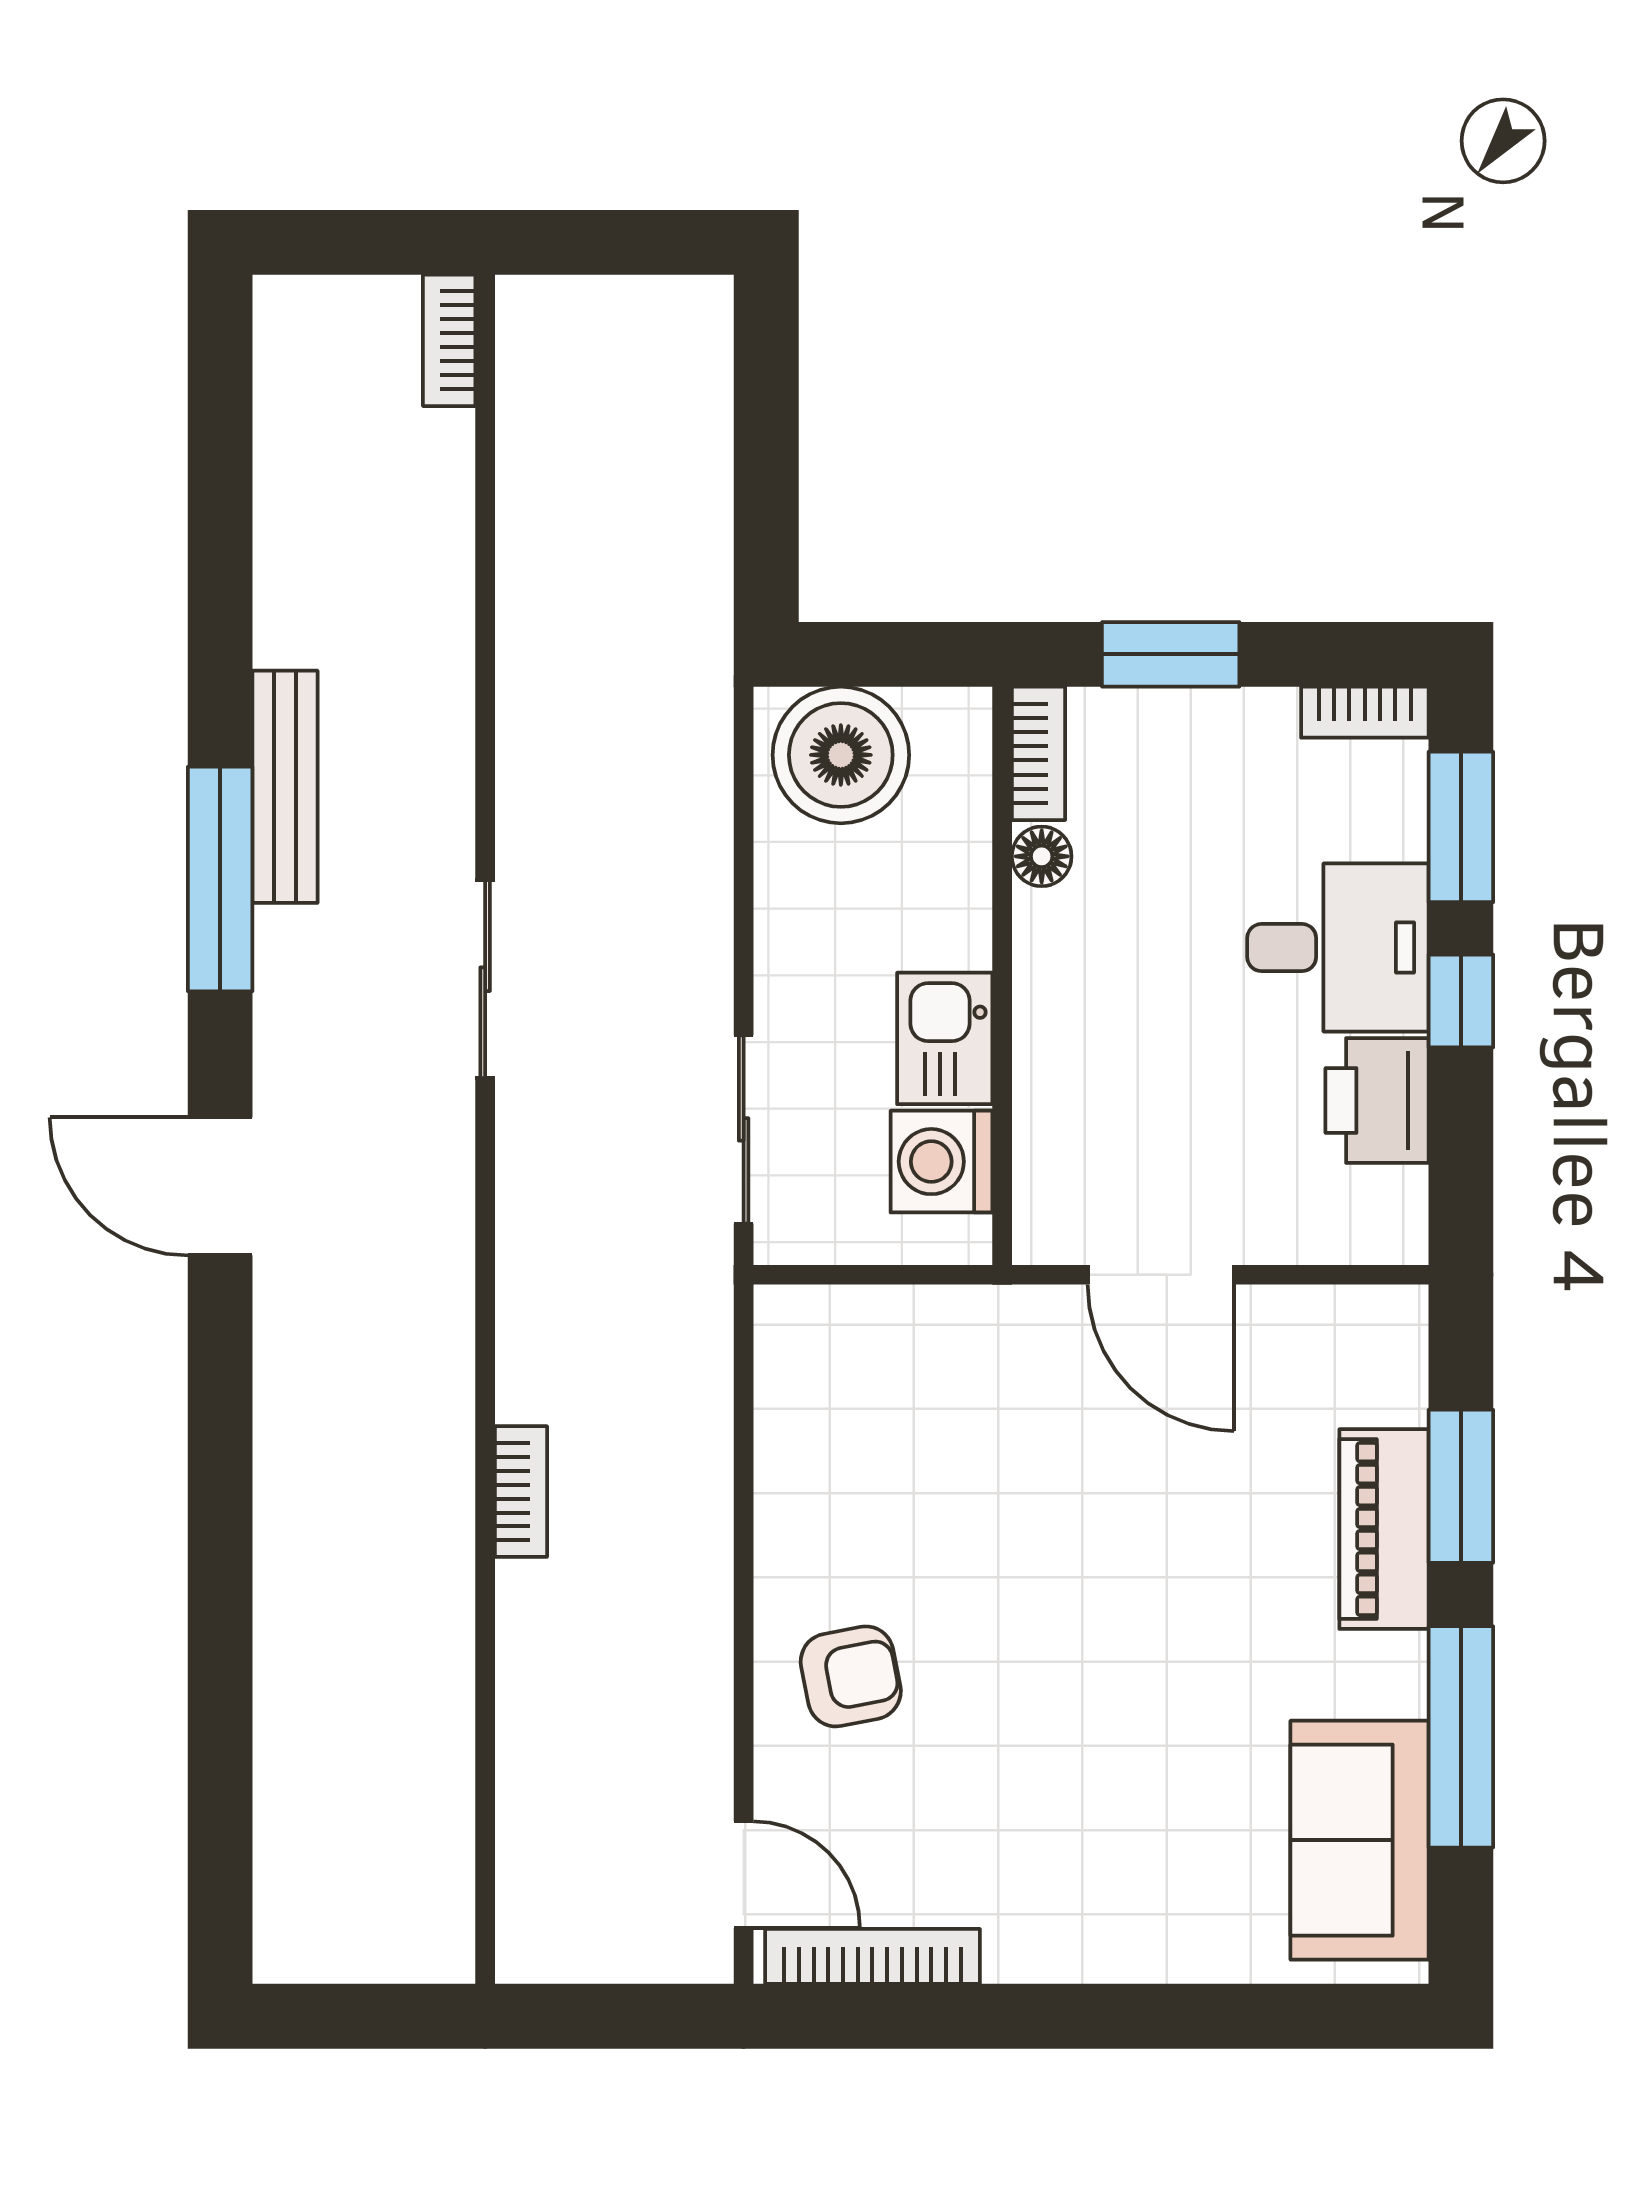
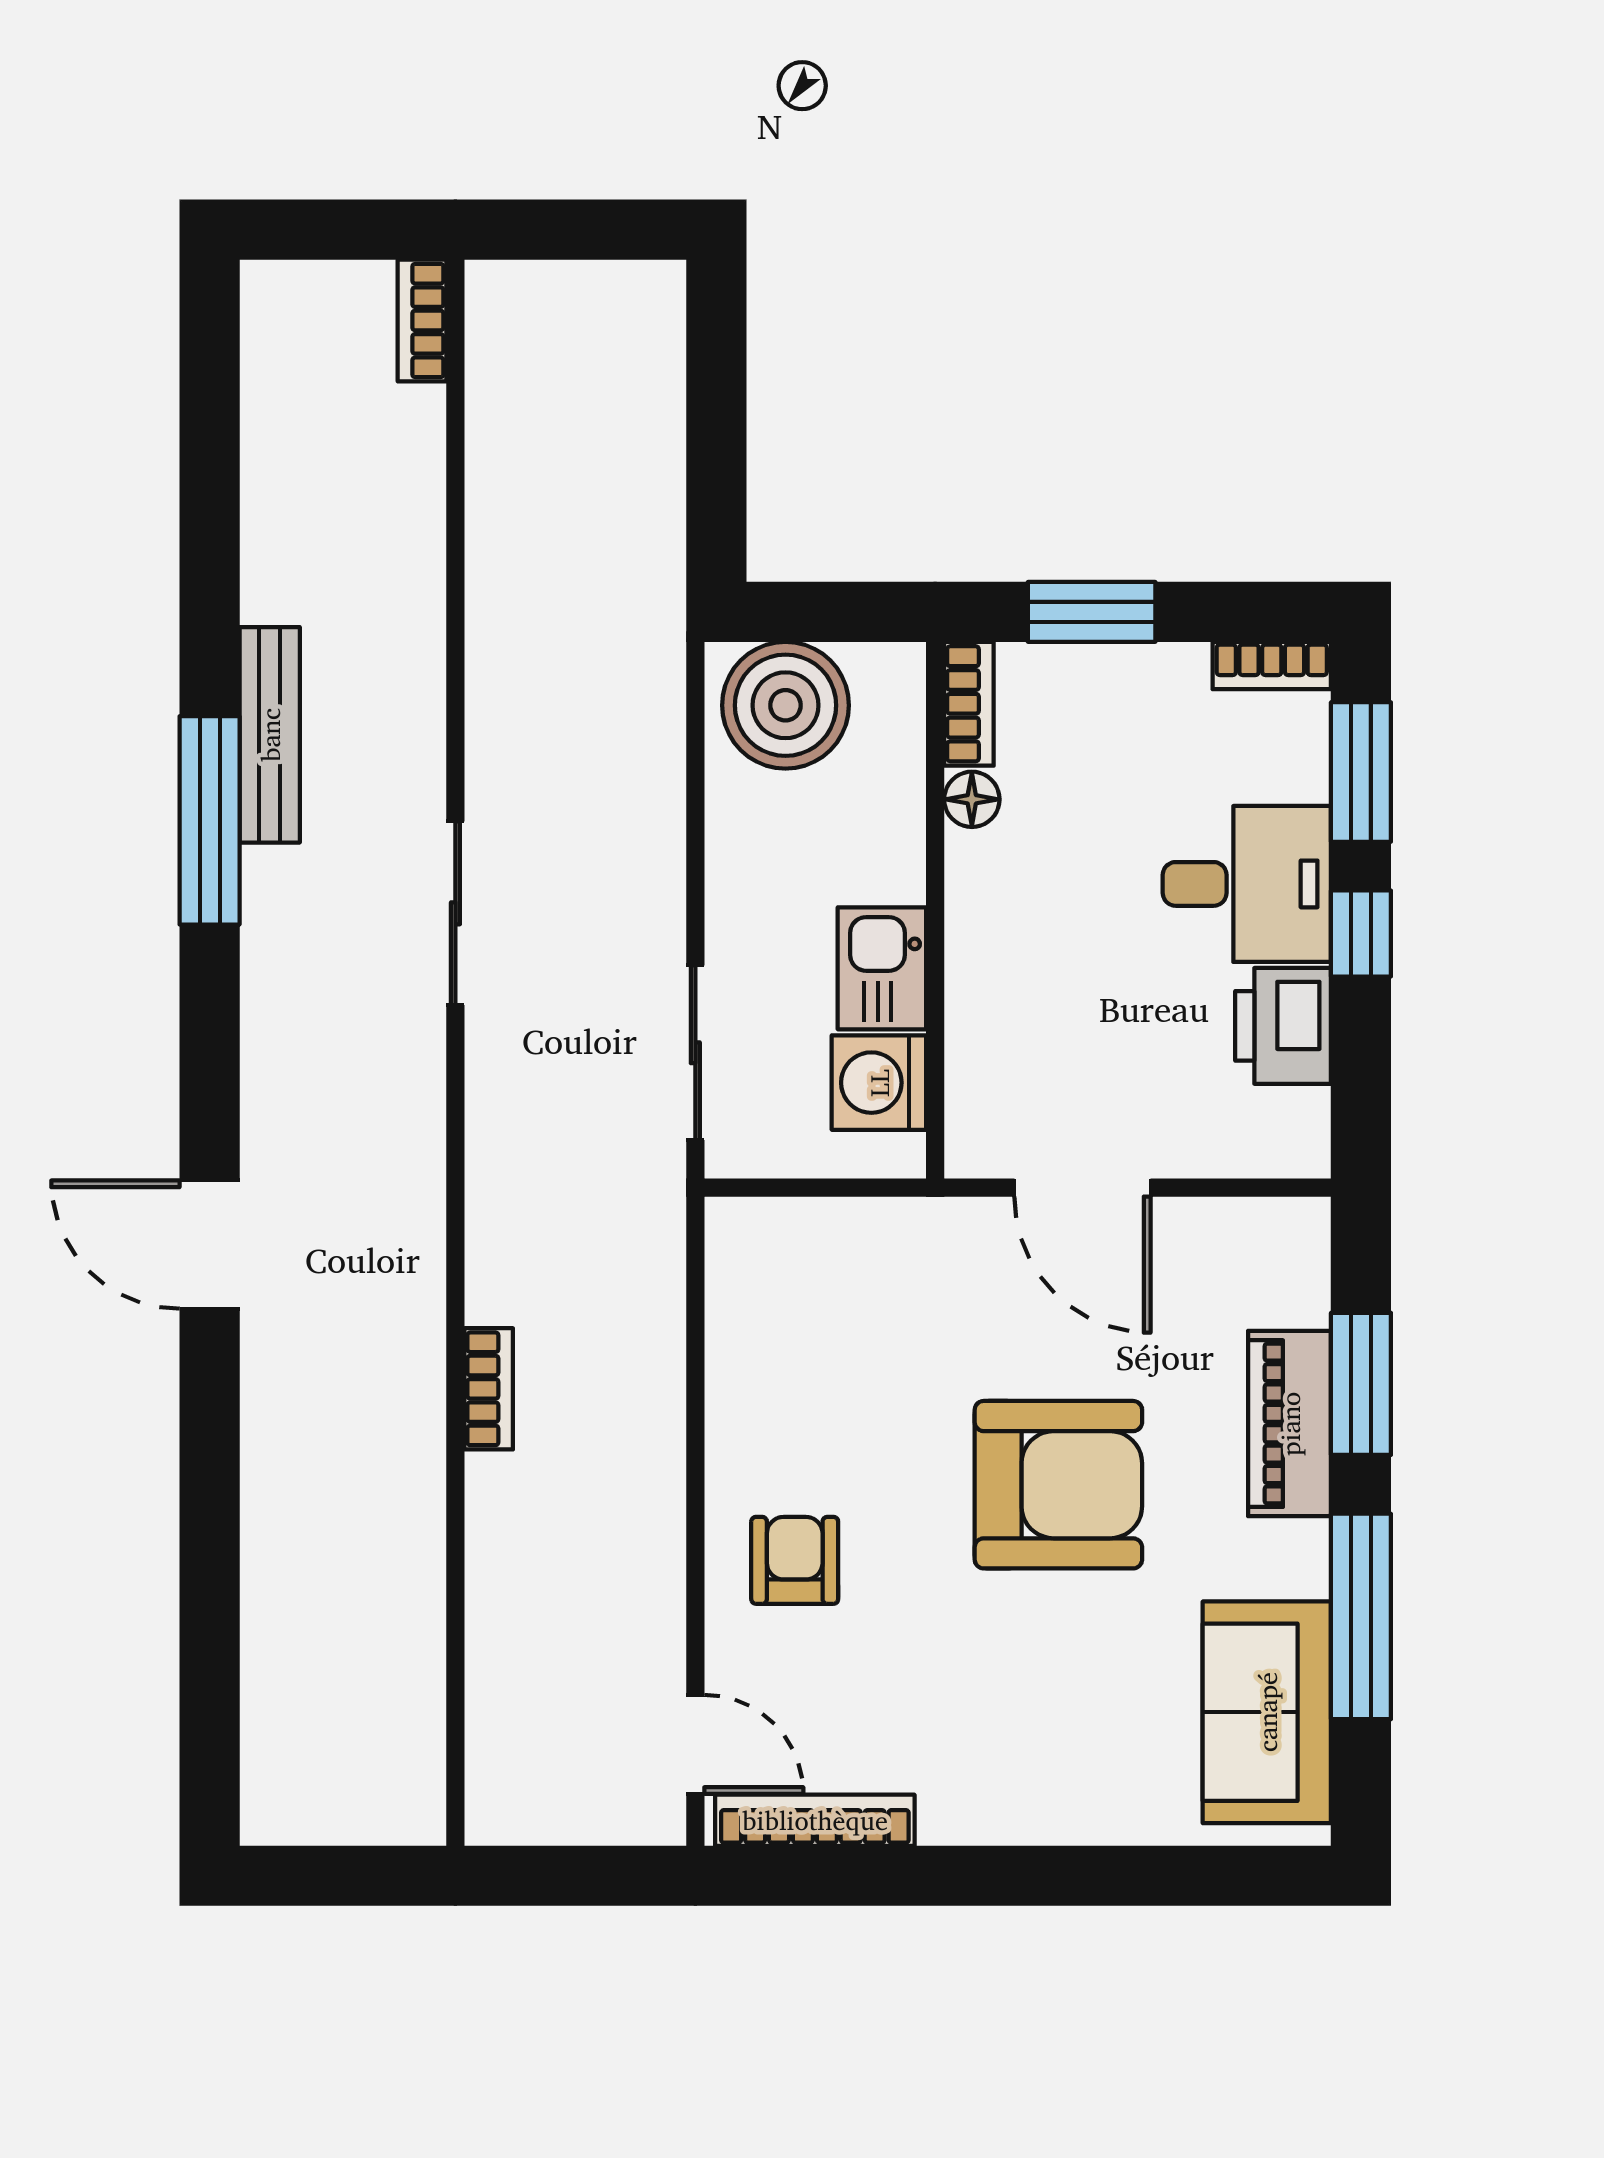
door: (220, 1186) -> (210, 1245), moved
armchair: (1135, 1595) -> (1058, 1485), added
armchair: (851, 1676) -> (795, 1560), turned -79

